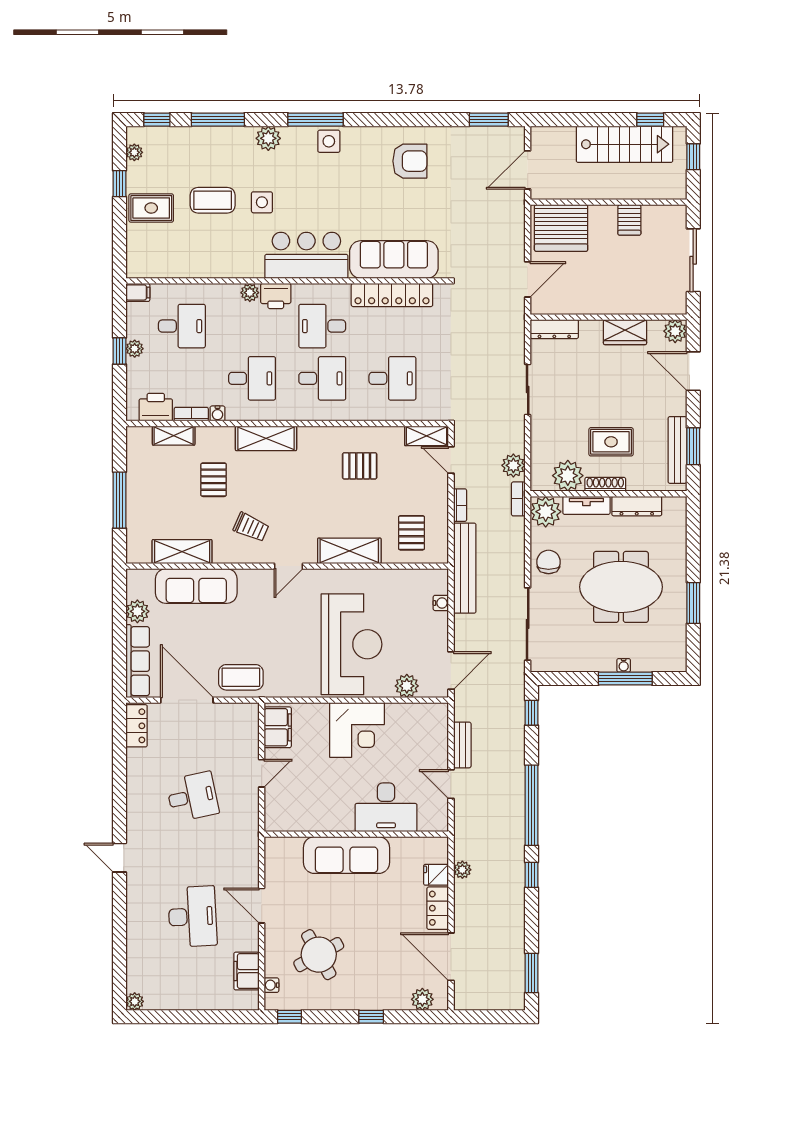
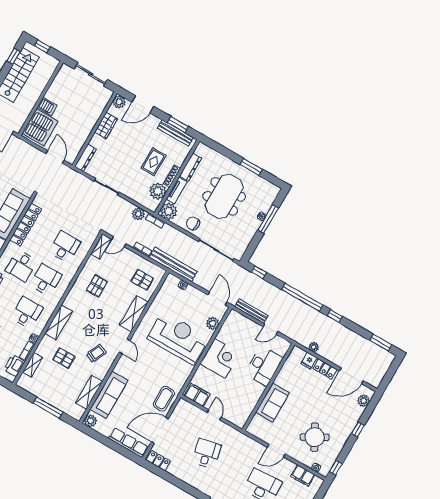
server rack: (629, 220) -> (47, 107), moved
plant: (137, 611) -> (90, 421), moved
bench: (462, 745) -> (251, 311), width x1.36
sofa: (346, 855) -> (272, 403), width x0.73

